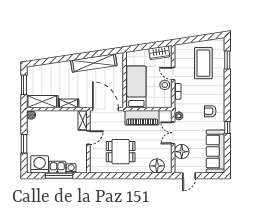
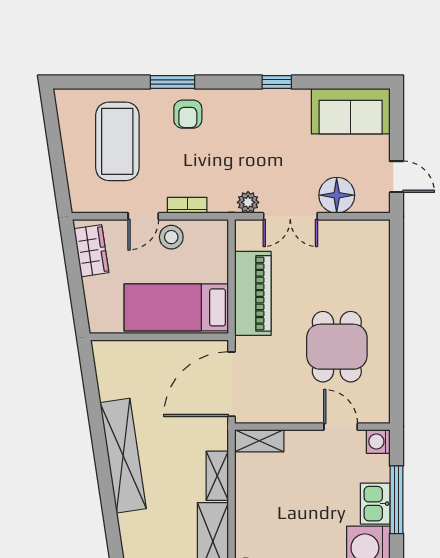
window: (227, 60) -> (172, 82), moved
shelving: (94, 63) -> (123, 456), moved
coffee table: (203, 63) -> (117, 141), turned 90
armchair: (210, 111) -> (188, 114), moved
door: (88, 138) -> (341, 427), moved
sofa: (215, 152) -> (351, 111), width x0.73
floor lamp: (157, 166) -> (372, 256), removed
washing machine: (71, 168) -> (378, 442), moved

